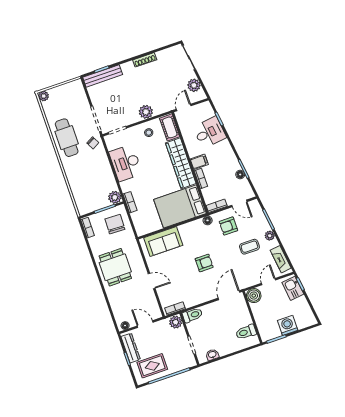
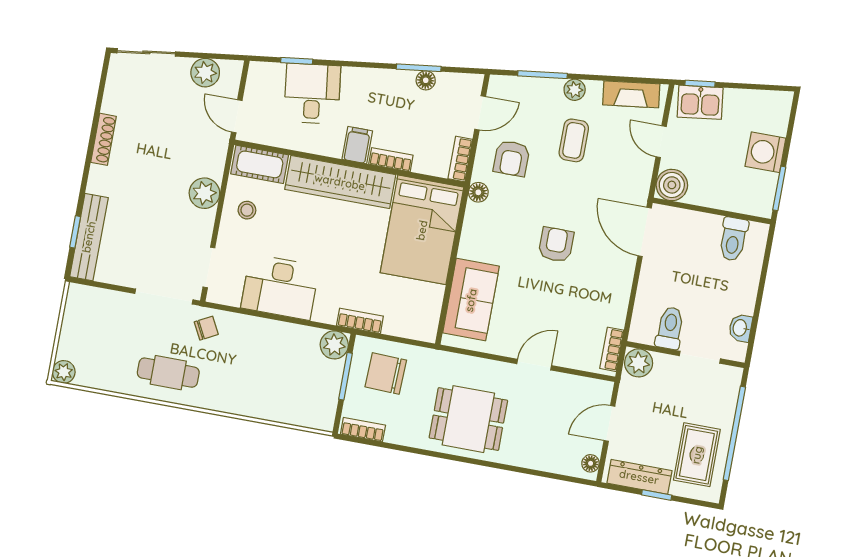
cafe table: (67, 138) -> (168, 373), width x0.73, depth x0.74
toilet: (192, 315) -> (670, 328), moved

